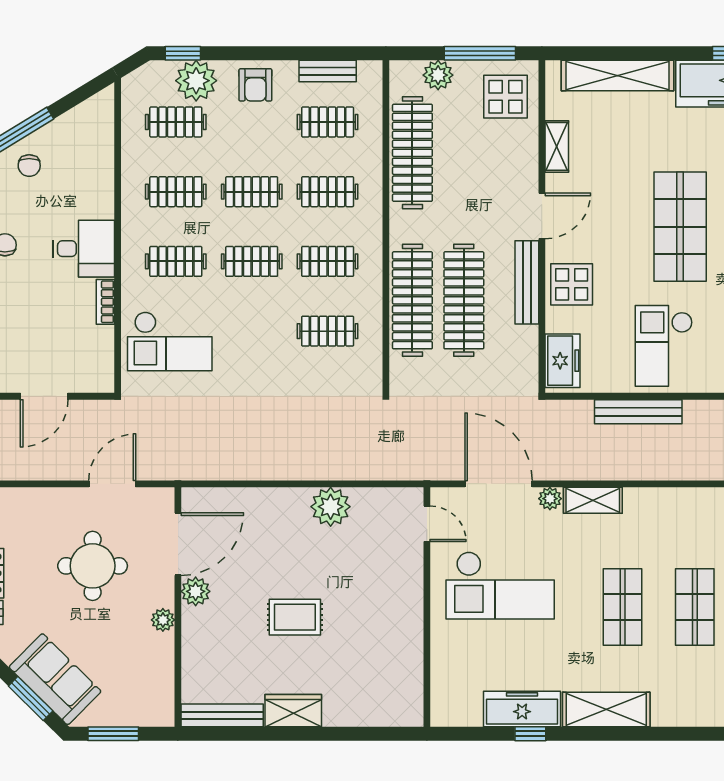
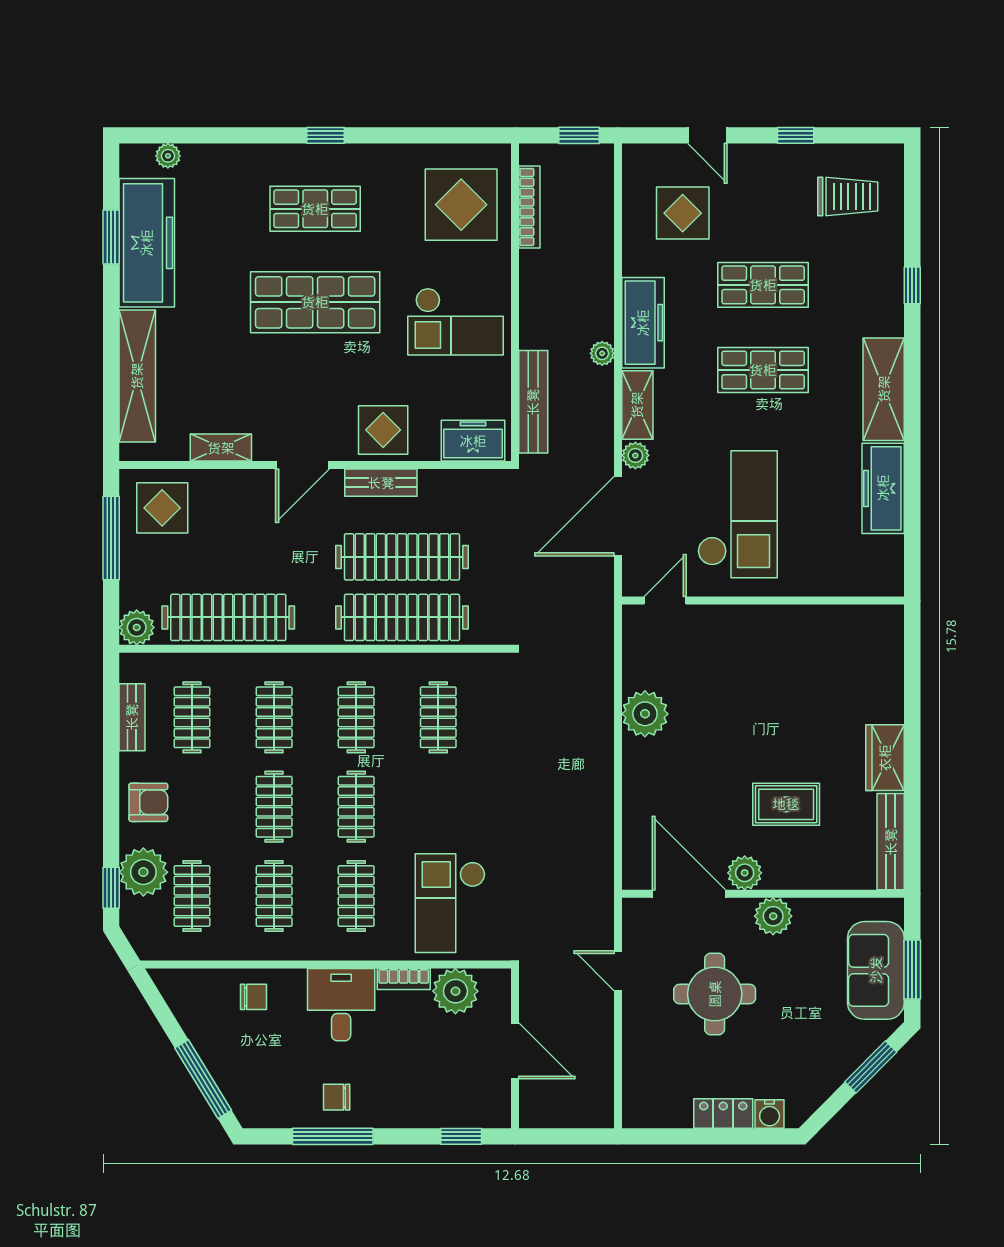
plant: (438, 75) -> (137, 627), moved
chair: (29, 166) -> (253, 997), moved
door: (542, 216) -> (303, 465), swing flipped
bench: (527, 282) -> (381, 483), width x0.73
checkout: (170, 341) -> (450, 903), turned 180
plant: (95, 346) -> (455, 991), added
bench: (638, 412) -> (533, 402), moved
plant: (637, 470) -> (602, 353), added
door: (112, 484) -> (618, 971), width x0.73
freezer: (663, 505) -> (643, 323), added
rug: (295, 617) -> (786, 804), moved, turned 90
plant: (163, 620) -> (773, 916), width x1.38, depth x1.38
sofa: (55, 679) -> (876, 970), moved, turned -45
window: (530, 734) -> (912, 285), moved

